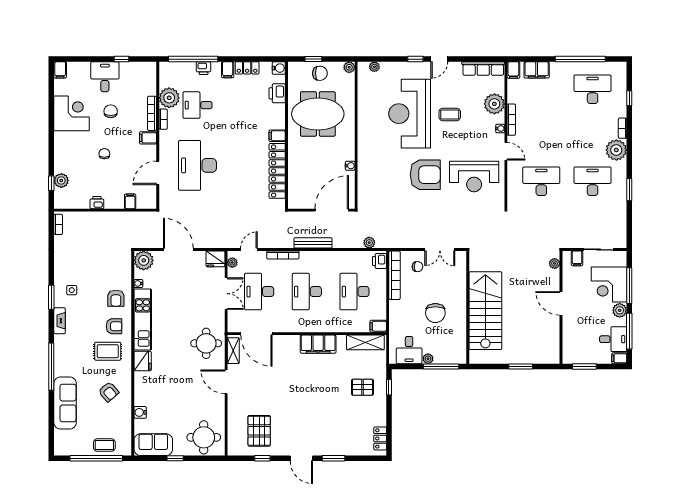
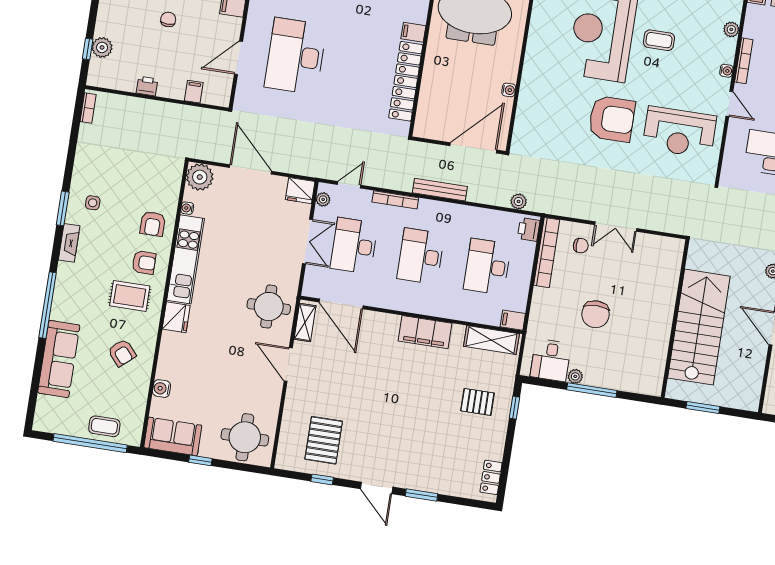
plant: (494, 104) -> (731, 29), width x0.53, depth x0.53
wall: (468, 307) -> (675, 319), moved
stairs: (485, 311) -> (699, 327), moved

